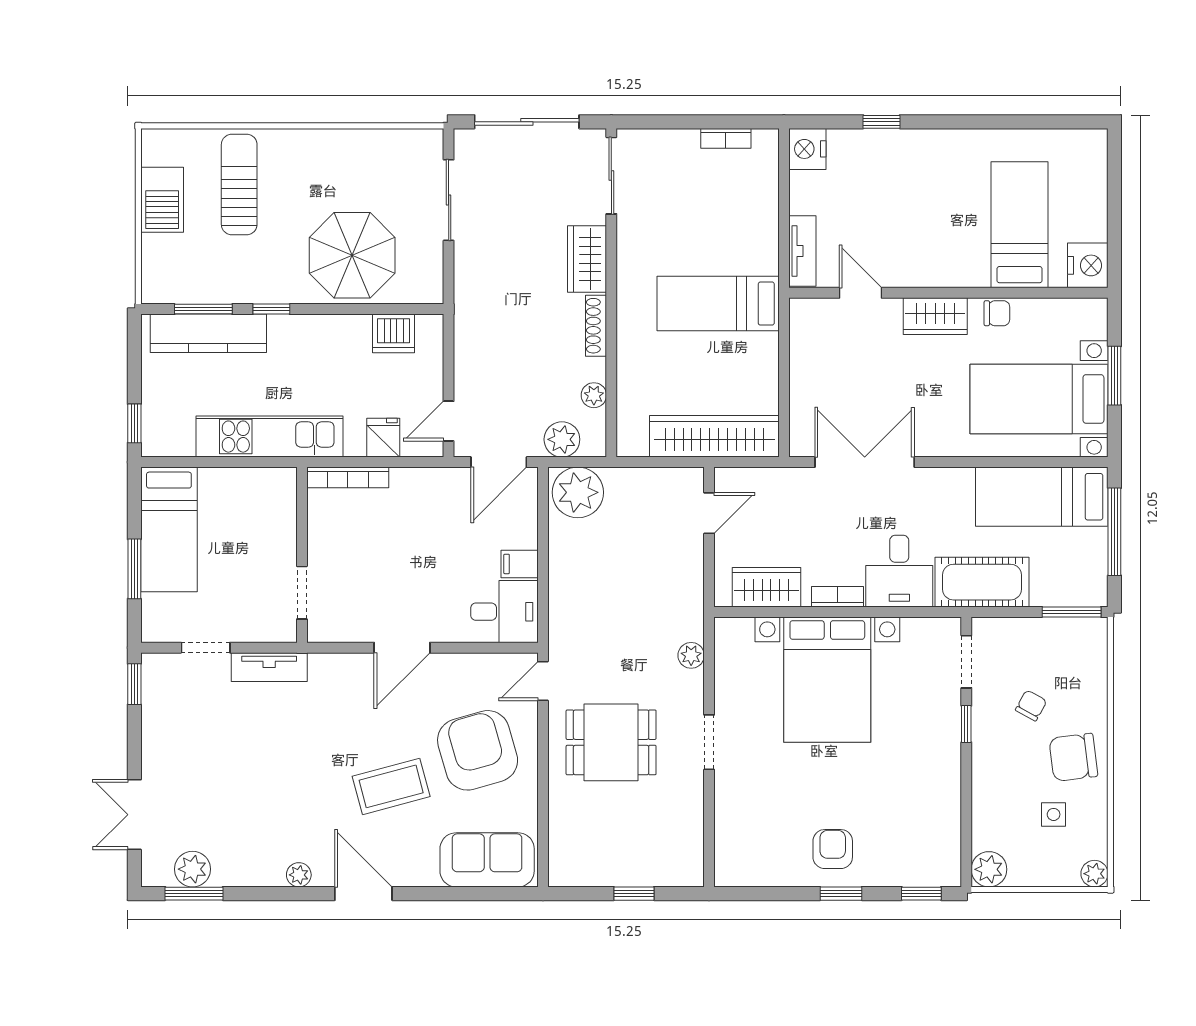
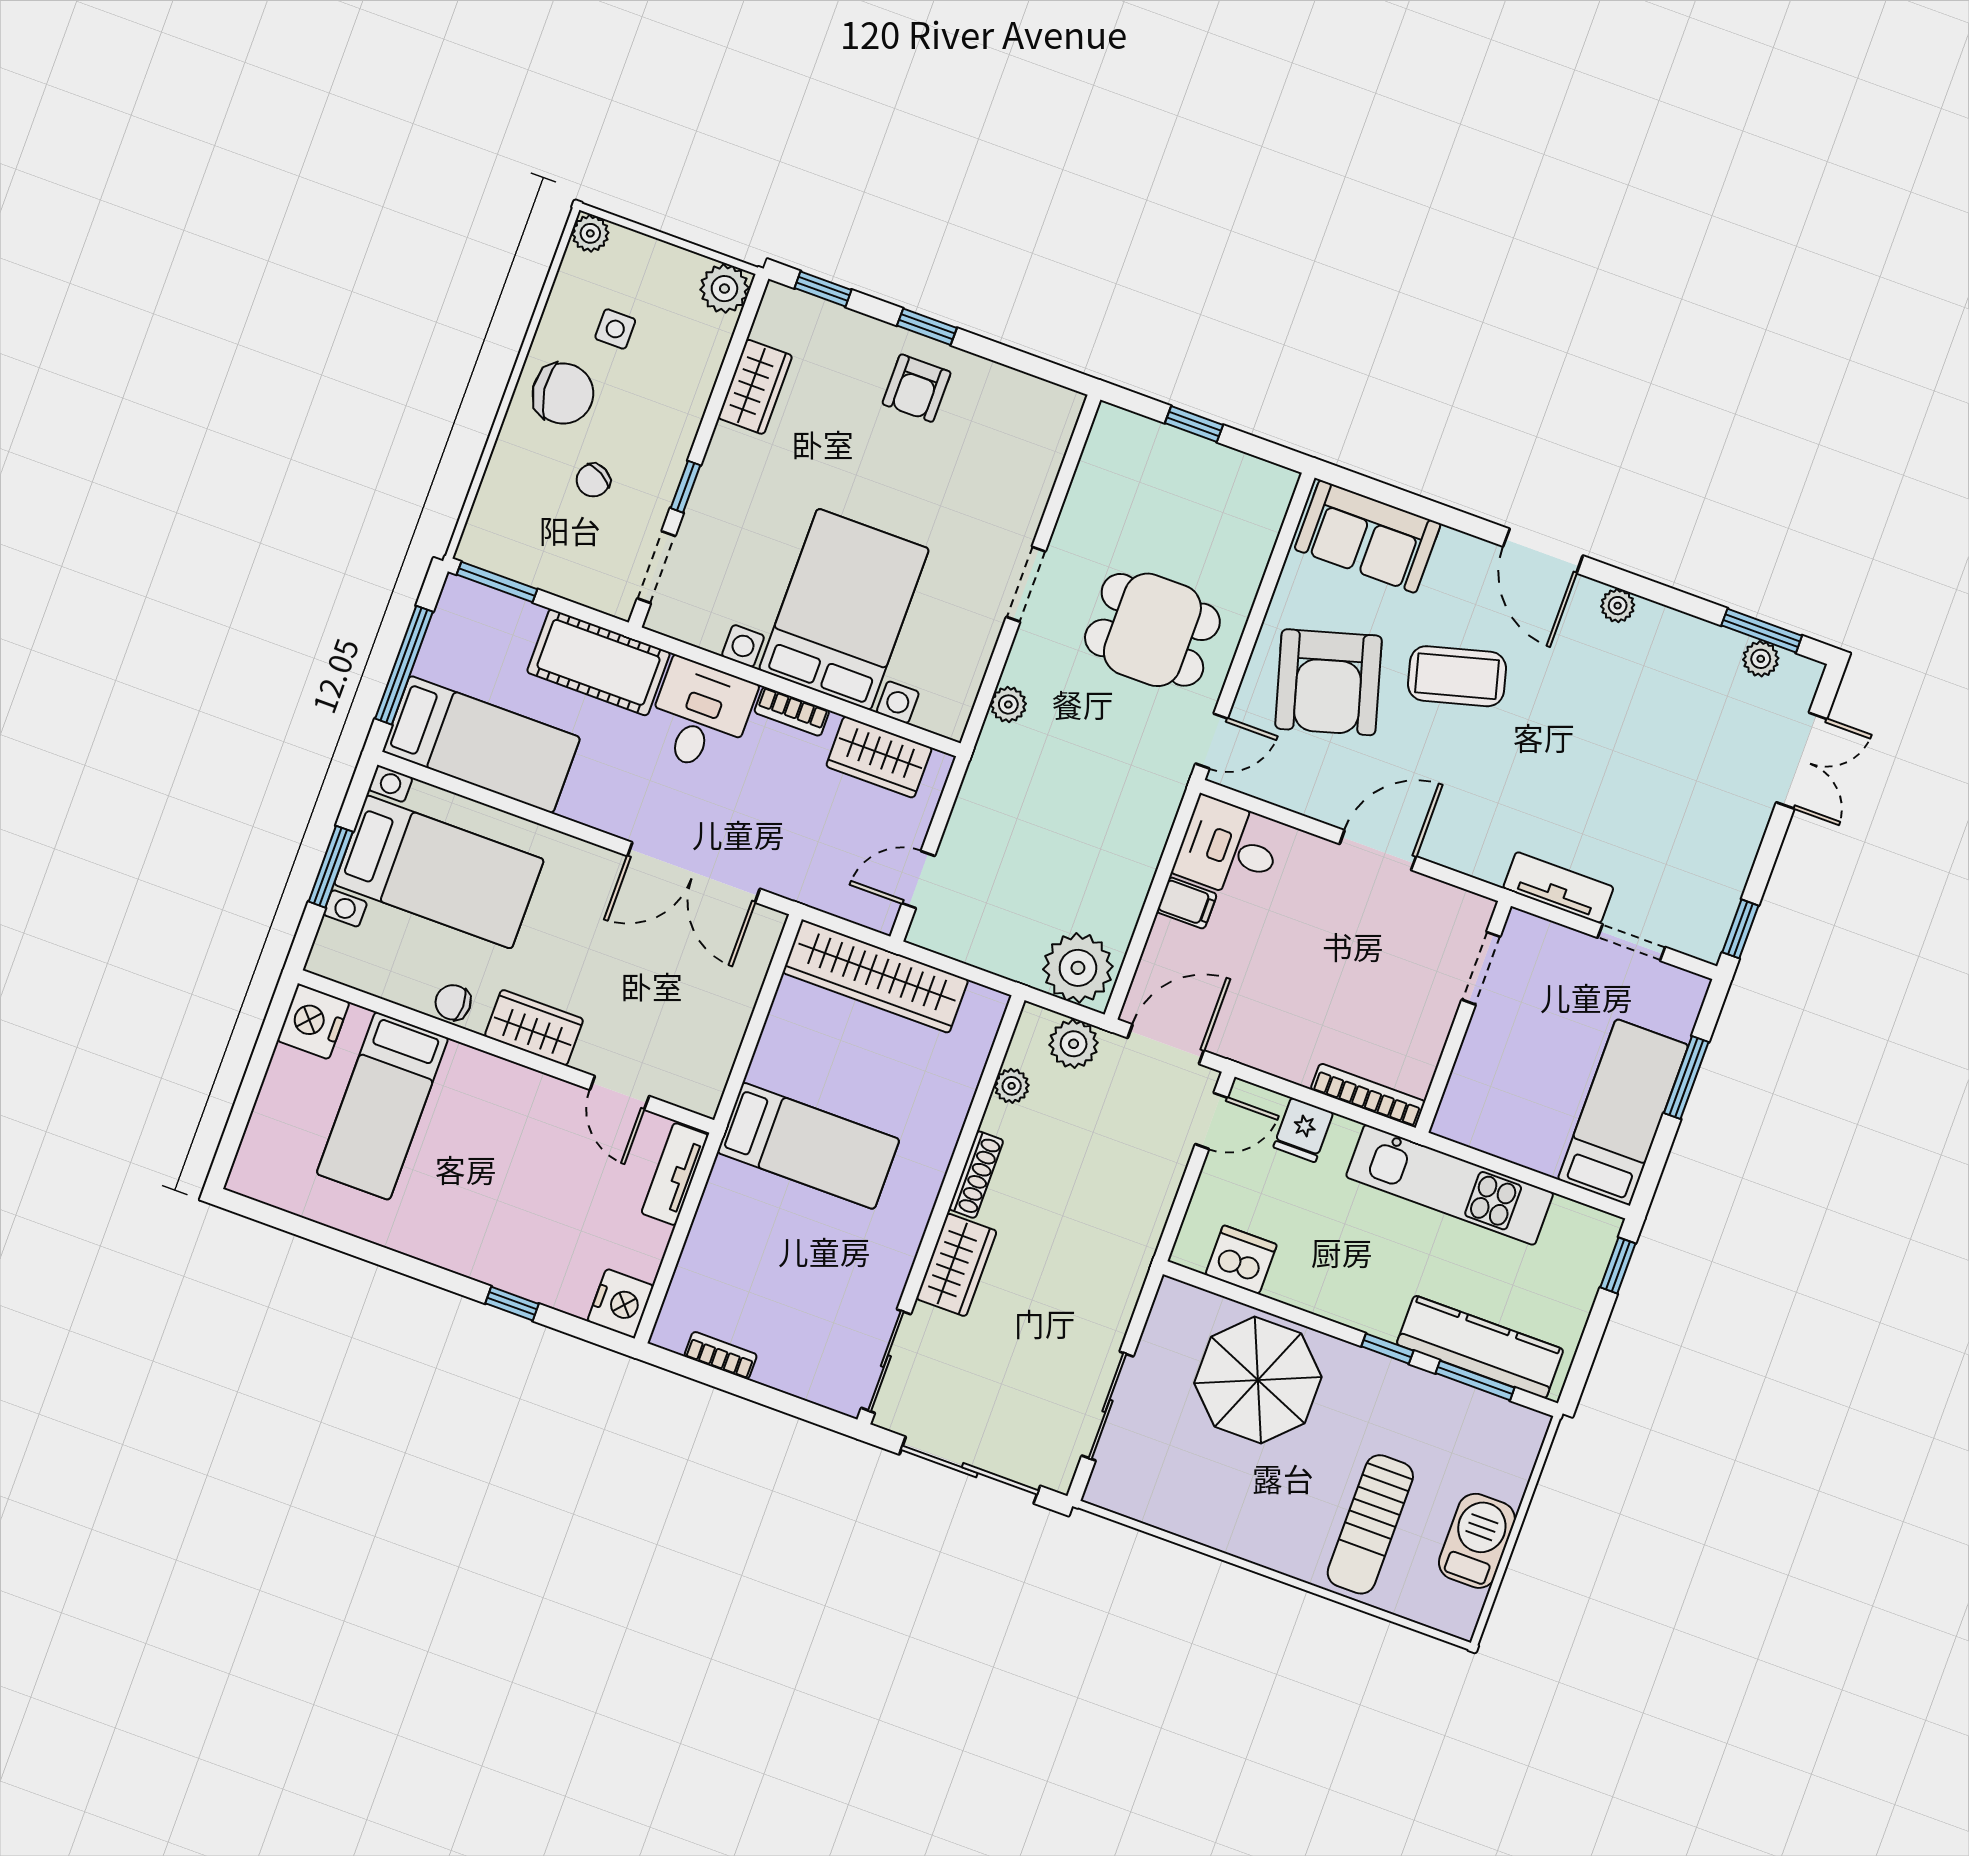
wardrobe: (943, 810) -> (755, 387), added
plant: (193, 869) -> (1761, 659), width x0.73, depth x0.73

